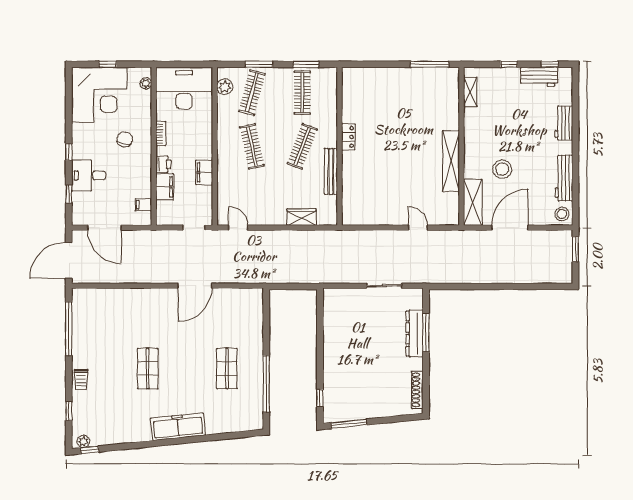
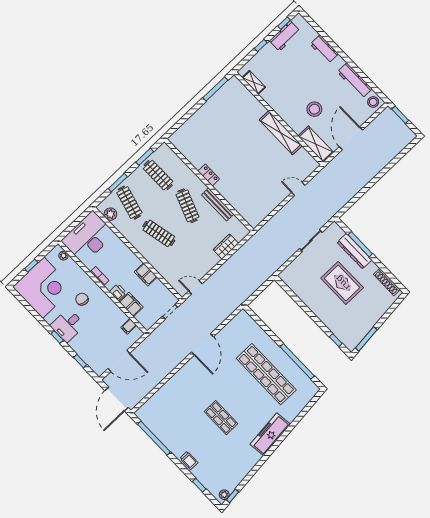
desk: (89, 175) -> (68, 325), moved
rug: (376, 352) -> (342, 283), added
shop shelf: (227, 368) -> (266, 374), width x2.00, depth x1.36

